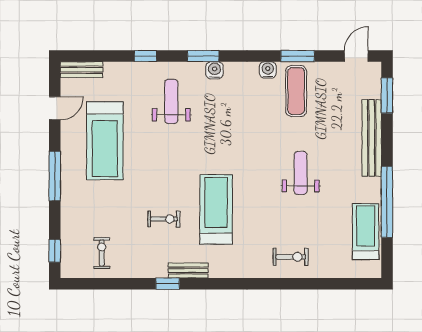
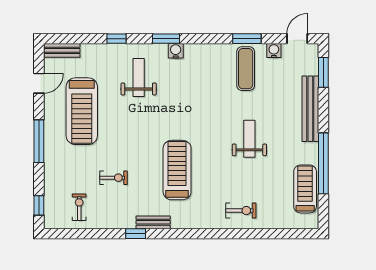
water cooler: (268, 70) -> (274, 50), moved
exercise bike: (164, 219) -> (113, 178), moved

